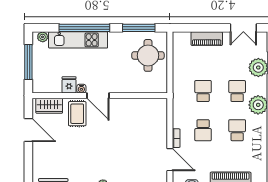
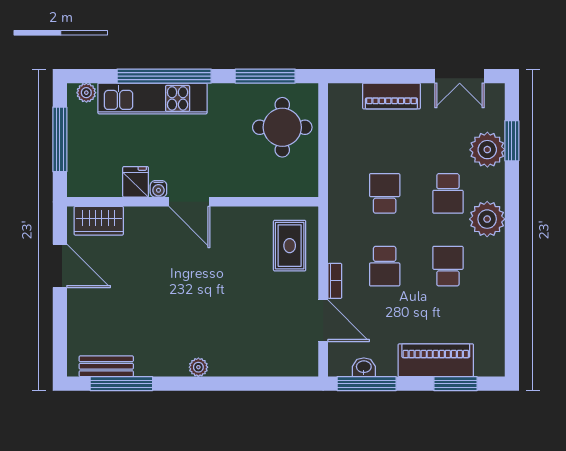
school desk: (237, 91) -> (448, 193), turned 180
rug: (77, 114) -> (290, 246), moved

